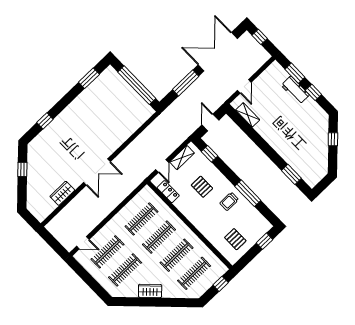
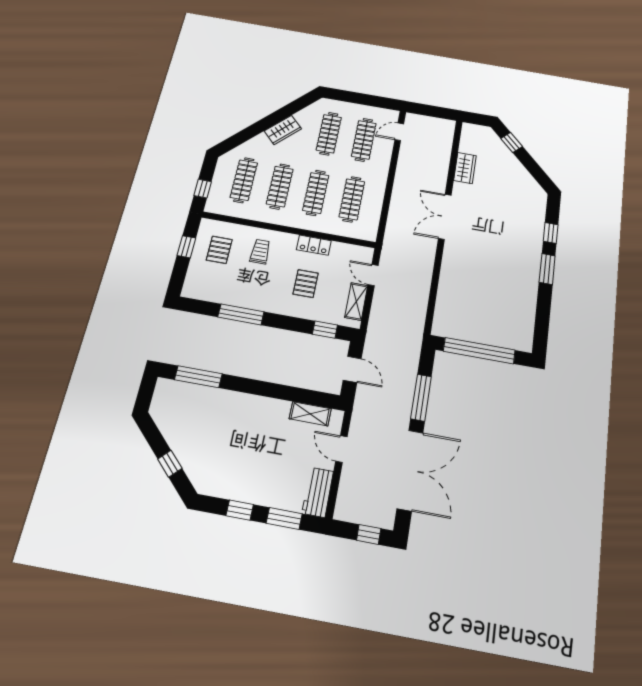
window: (89, 78) -> (547, 269), moved
workbench: (295, 90) -> (318, 492), moved, turned -90
window: (22, 169) -> (512, 142), moved
window: (291, 174) -> (198, 377), width x1.44
pallet: (202, 187) -> (306, 284), turned 90
locker: (168, 192) -> (314, 245), moved
trolley: (229, 201) -> (260, 252), moved
pallet: (235, 239) -> (219, 250), turned 90
window: (265, 241) -> (186, 247), moved

